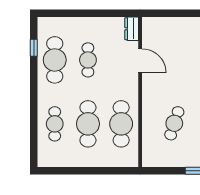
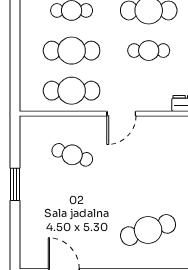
door: (140, 61) -> (121, 114), moved

